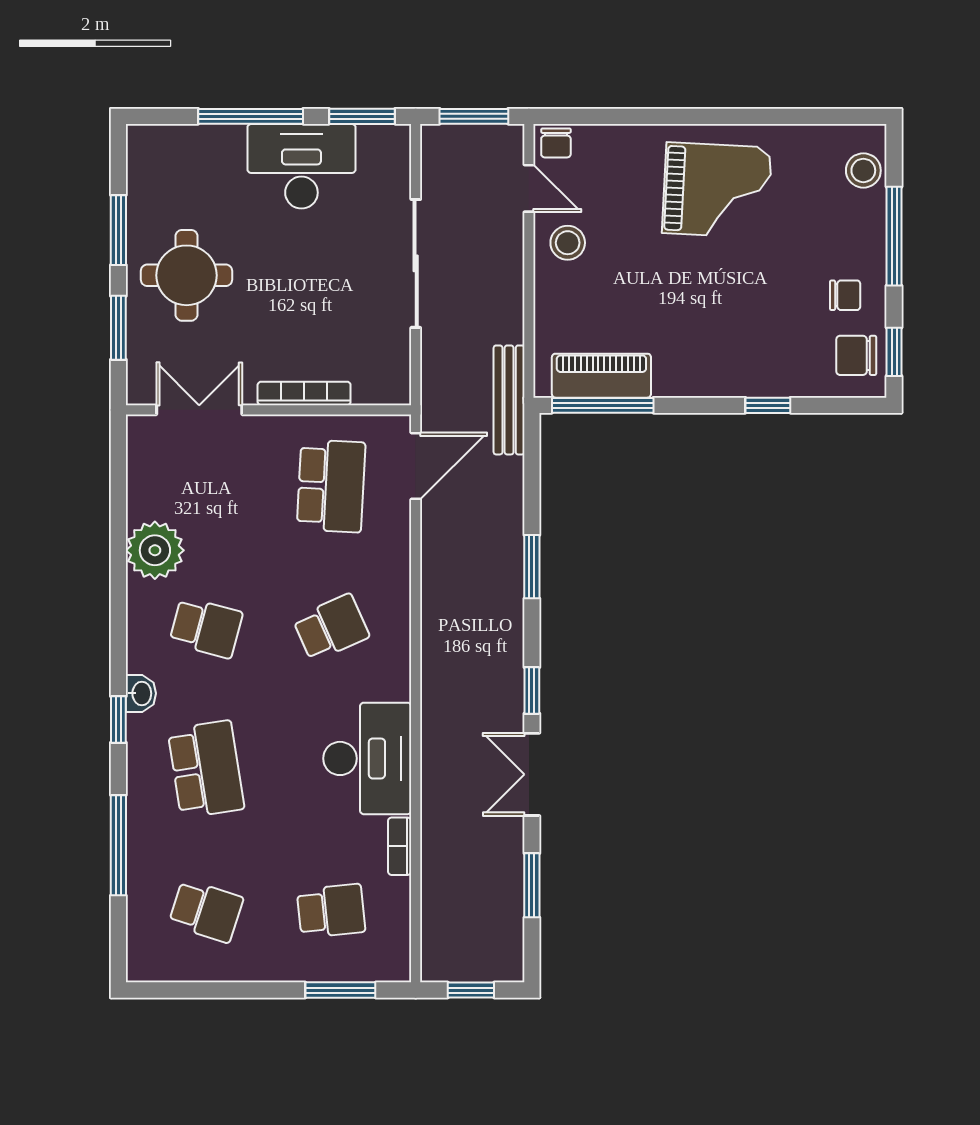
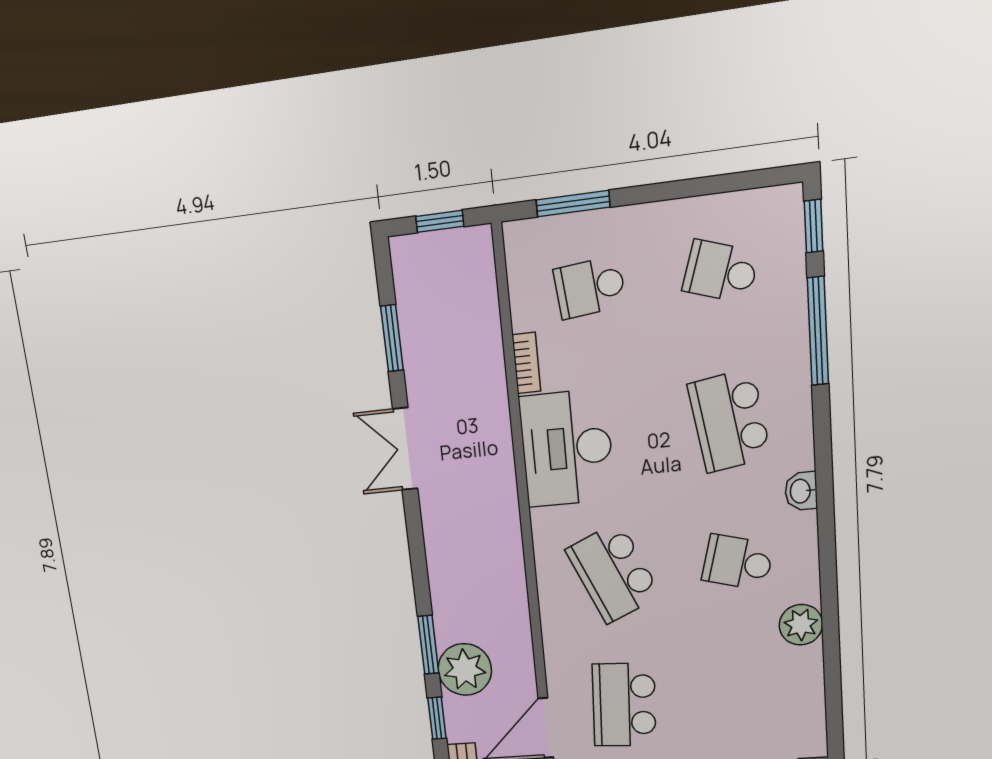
plant: (496, 537) -> (465, 669), added
plant: (155, 550) -> (801, 625), width x0.73, depth x0.73
school desk: (331, 628) -> (613, 573), width x1.85
window: (532, 690) -> (437, 718), moved
window: (118, 719) -> (814, 226), moved
double door: (532, 774) -> (405, 449), swing flipped

